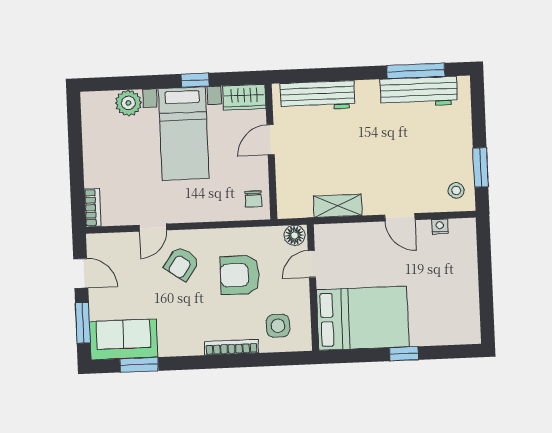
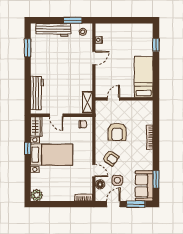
window: (416, 71) -> (28, 48), width x0.69
workbench: (419, 92) -> (53, 30), moved, turned 90
plant: (128, 103) -> (37, 195), moved
shelving: (338, 206) -> (87, 102), moved
floor lamp: (295, 235) -> (100, 184), moved
door: (312, 264) -> (113, 99), swing flipped
bed: (363, 318) -> (144, 77), width x0.67
side table: (278, 326) -> (117, 180), moved
window: (404, 354) -> (156, 45), moved

